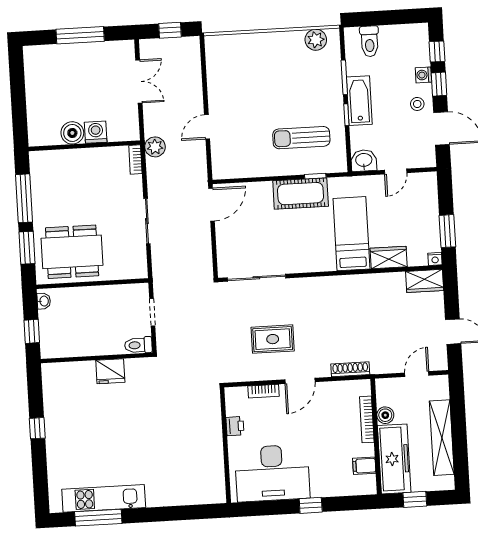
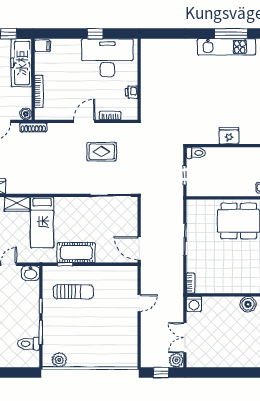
window: (80, 35) -> (224, 372), removed
toilet: (369, 41) -> (29, 344), moved, turned -90
bathtub: (359, 101) -> (31, 315), removed
washing machine: (96, 132) -> (194, 304), moved
boiler: (72, 133) -> (248, 304), moved
plant: (155, 147) -> (176, 360), moved
door: (212, 205) -> (139, 248), hinge flipped
shoe rack: (350, 369) -> (33, 127), moved
fridge: (110, 371) -> (229, 136), moved
boiler: (385, 415) -> (26, 114), moved
filing cabinet: (364, 466) -> (42, 46), moved
window: (311, 505) -> (95, 34), moved

